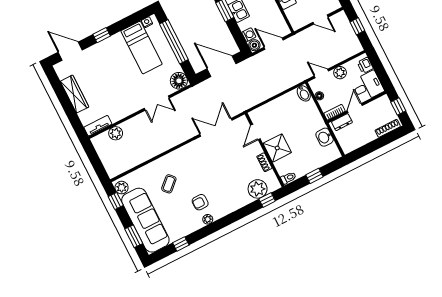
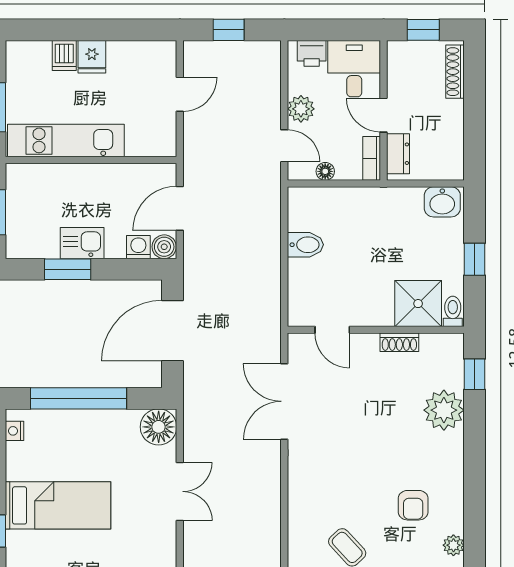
bed: (141, 48) -> (58, 505), moved
door: (321, 74) -> (284, 146), swing flipped
bidet: (304, 93) -> (305, 245), moved
washbasin: (325, 137) -> (442, 202), moved
shower: (277, 148) -> (418, 304), moved
plant: (258, 189) -> (444, 410), moved
plant: (208, 219) -> (453, 545), moved

